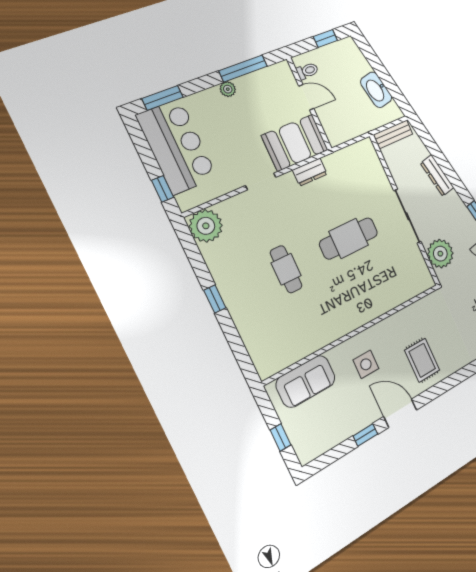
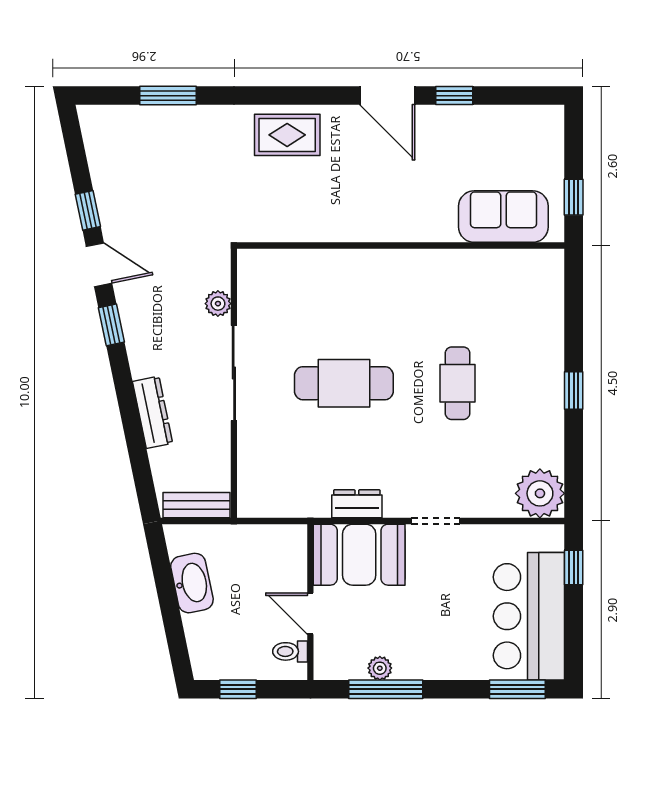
plant: (228, 89) -> (380, 668), moved
plant: (440, 254) -> (218, 304), width x0.53, depth x0.53
rug: (422, 360) -> (287, 135), moved, turned 90
side table: (366, 364) -> (405, 193), removed
window: (281, 437) -> (574, 197), moved

